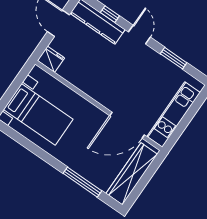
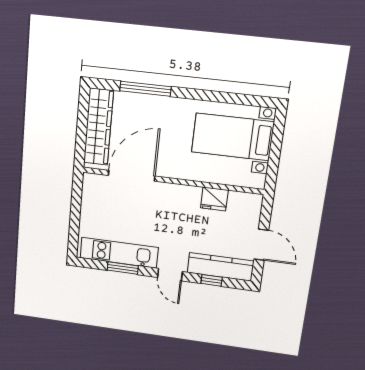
fridge: (51, 59) -> (214, 199), moved
kitchen unit: (174, 114) -> (119, 253), moved, turned -90

